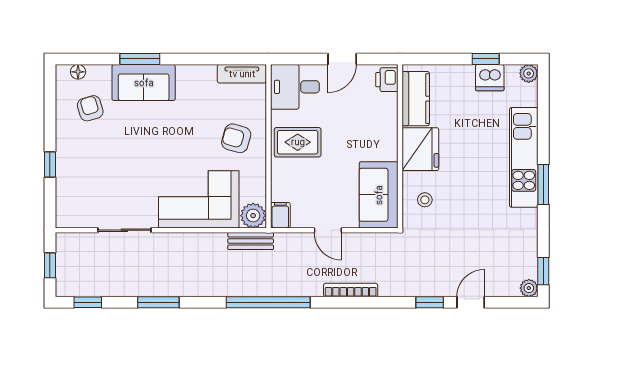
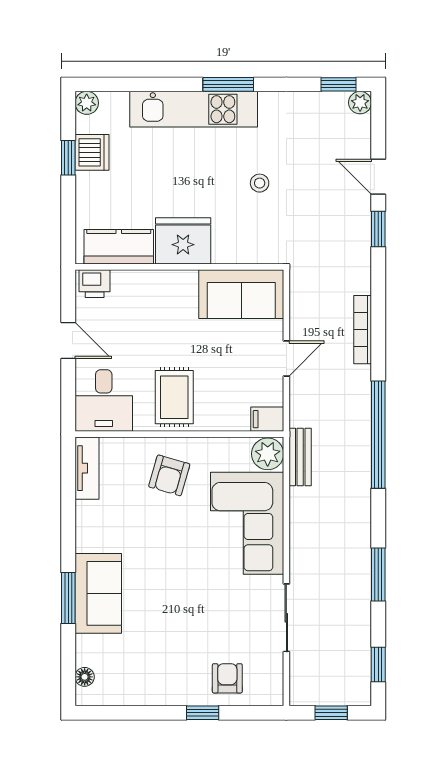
armchair: (90, 108) -> (227, 678), moved, turned 107
stool: (425, 200) -> (260, 183), moved

